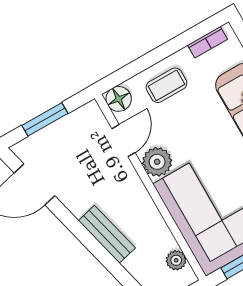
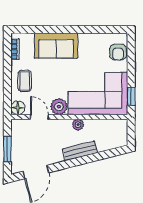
plant: (176, 260) -> (78, 125), moved

